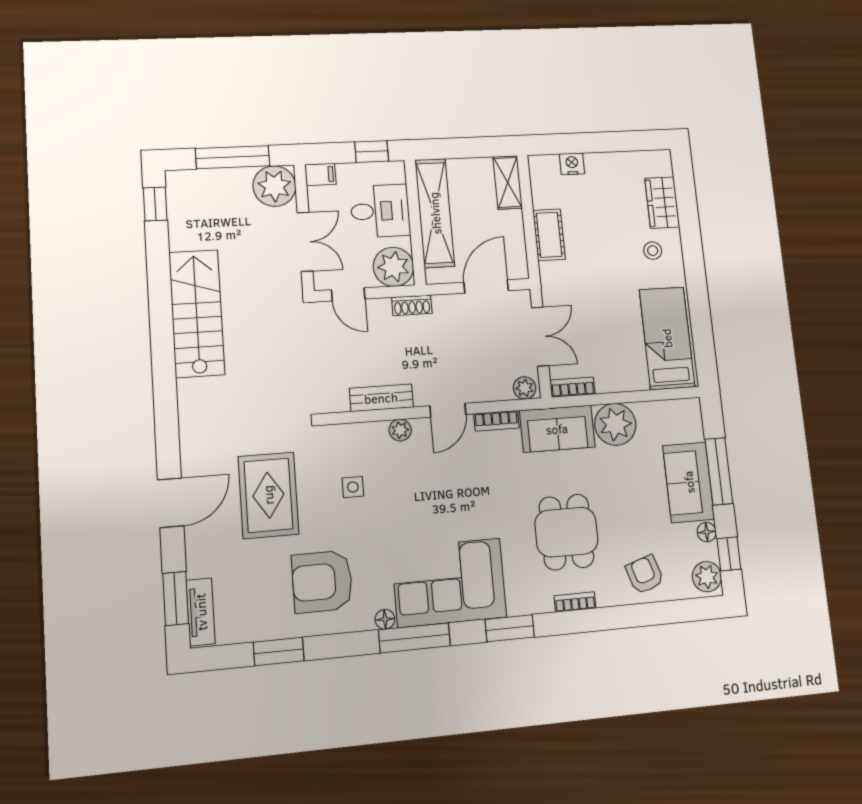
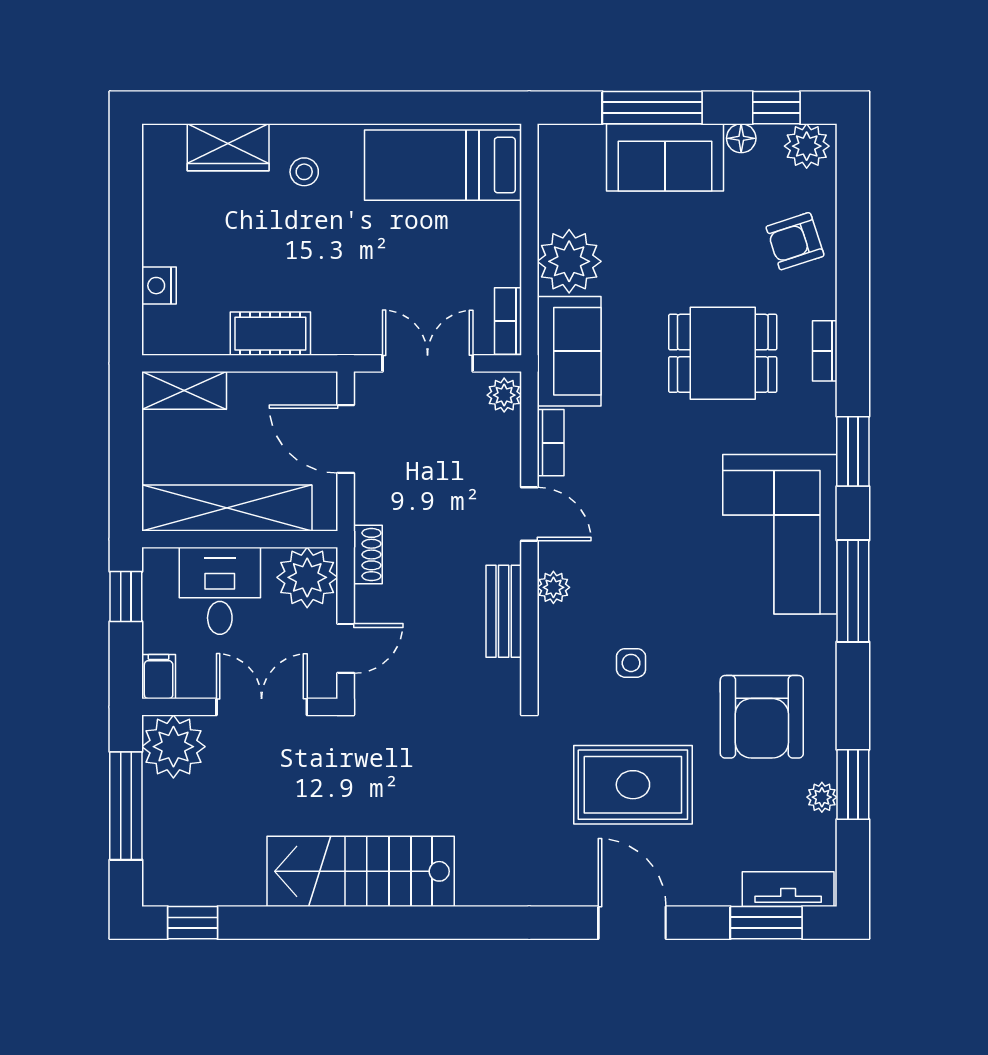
floor lamp: (385, 619) -> (823, 631), removed
plant: (268, 630) -> (822, 797), added

